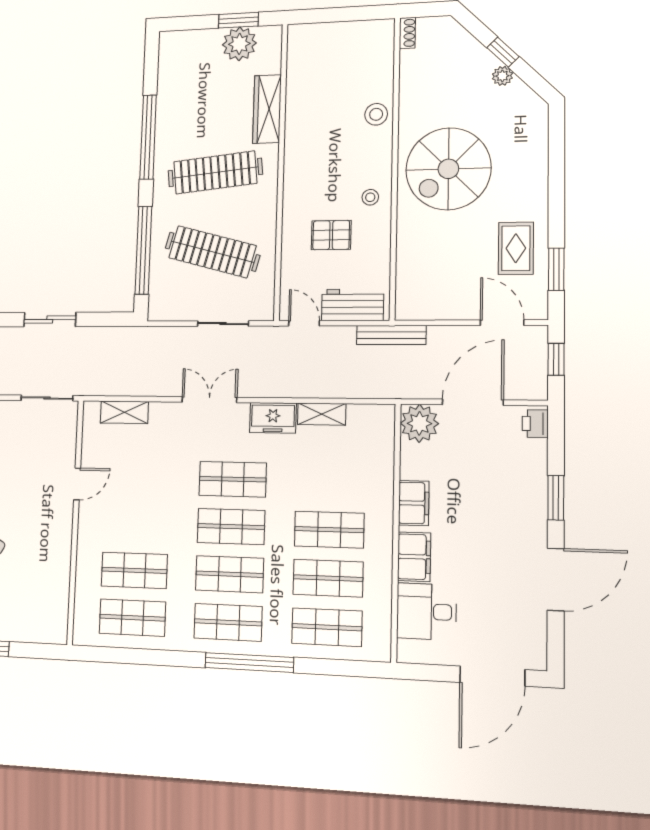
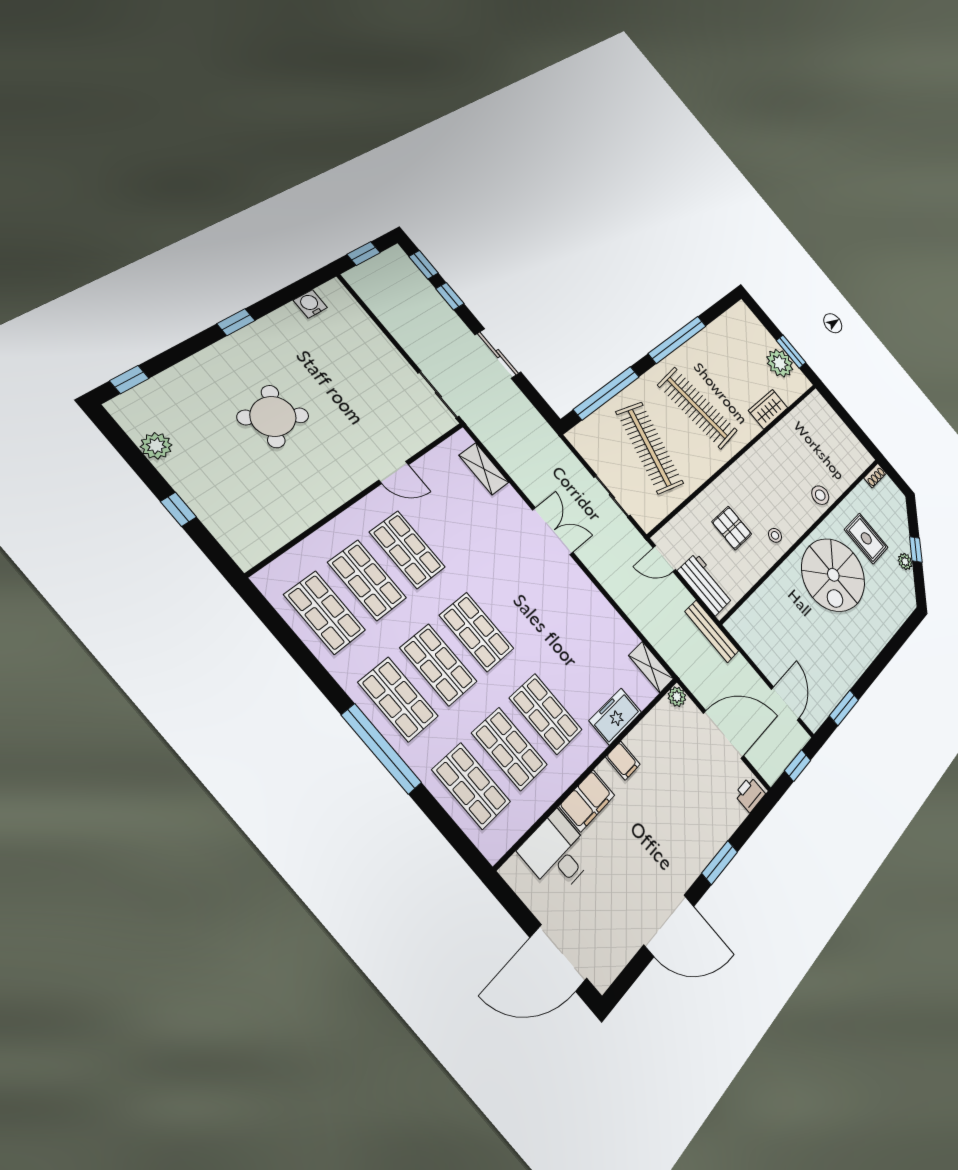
wardrobe: (267, 109) -> (768, 409), width x0.67
spiral stairs: (448, 169) -> (833, 575), turned -90
rug: (516, 248) -> (866, 538), moved, turned 90
door: (304, 323) -> (664, 559), swing flipped
shelving: (322, 414) -> (651, 667), moved
freezer: (273, 418) -> (615, 716), moved, turned 90
plant: (419, 423) -> (677, 697), width x0.53, depth x0.53
shop shelf: (233, 479) -> (407, 550), moved
filing cabinet: (414, 503) -> (623, 761), width x0.50

